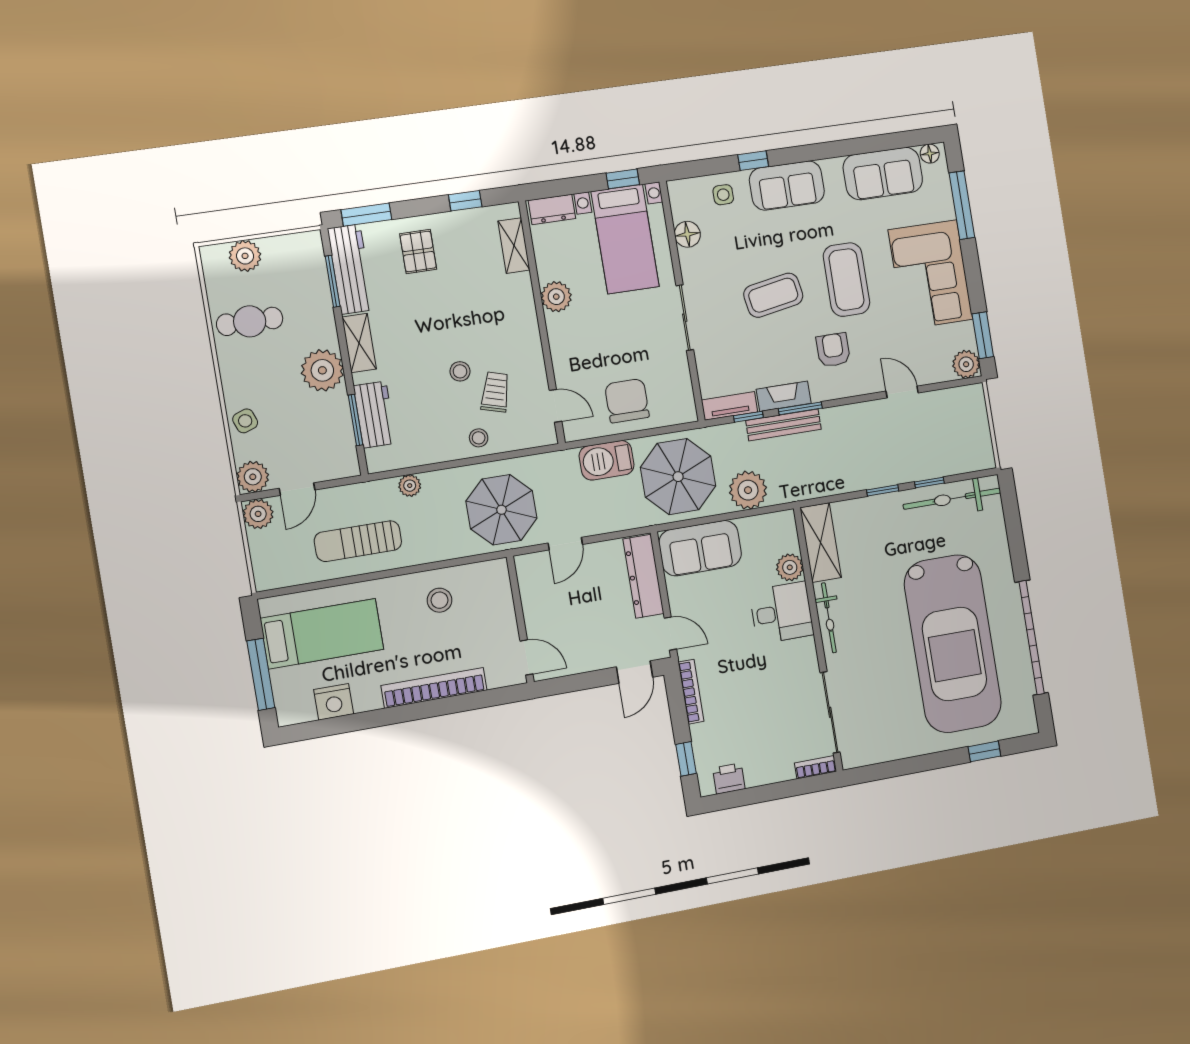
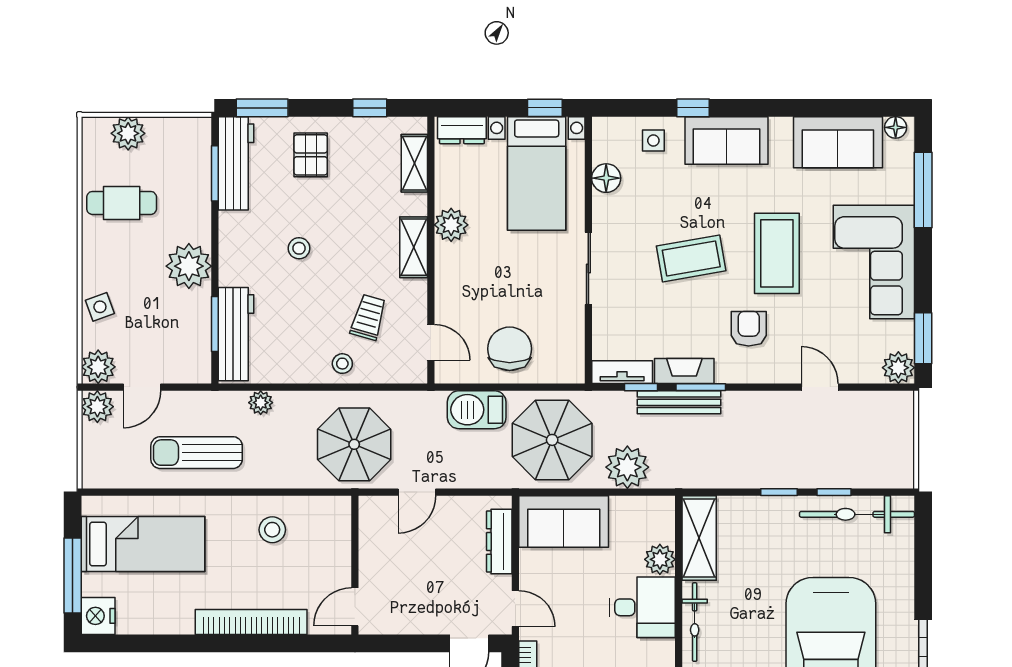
shelving: (359, 343) -> (414, 247), moved
stool: (460, 371) -> (299, 248), moved
workbench: (375, 415) -> (236, 334), width x1.38
dresser: (643, 576) -> (499, 542), width x0.73, depth x0.80
door: (526, 657) -> (355, 607), swing flipped
nightstand: (334, 702) -> (98, 616), moved, turned 90

